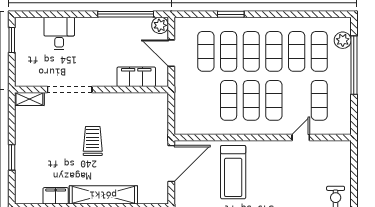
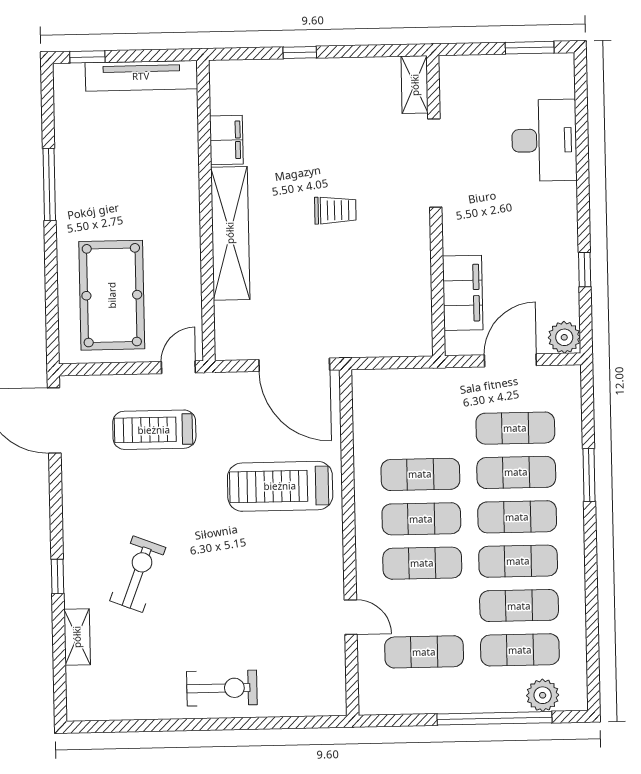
window: (126, 14) -> (585, 270), width x0.32
desk: (59, 33) -> (544, 140), width x1.37
trolley: (93, 141) -> (335, 210), width x0.73, depth x0.72
window: (12, 157) -> (300, 52), width x0.67

